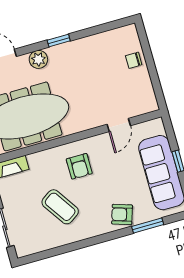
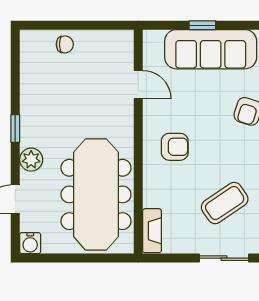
chair: (134, 60) -> (65, 44), turned -90
coffee table: (60, 207) -> (225, 203), moved

